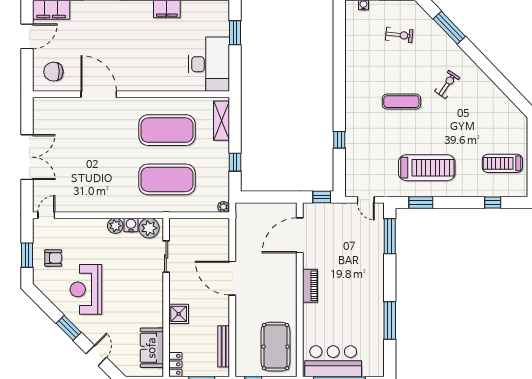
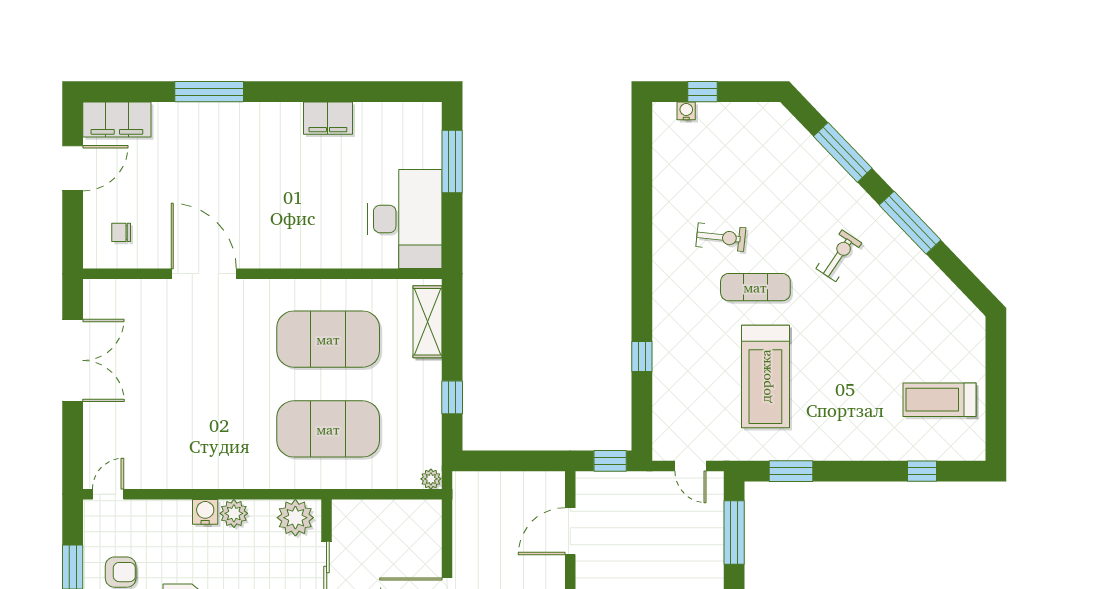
window: (235, 33) -> (452, 162), width x1.44
exercise bike: (399, 35) -> (721, 237), moved
window: (486, 66) -> (910, 223), added
chair: (53, 72) -> (121, 232), width x0.54, depth x0.54
double door: (27, 157) -> (73, 360), moved
treadmill: (427, 168) -> (765, 376), moved, turned 90
water cooler: (131, 225) -> (205, 512), moved
door: (300, 235) -> (570, 531), width x0.73

